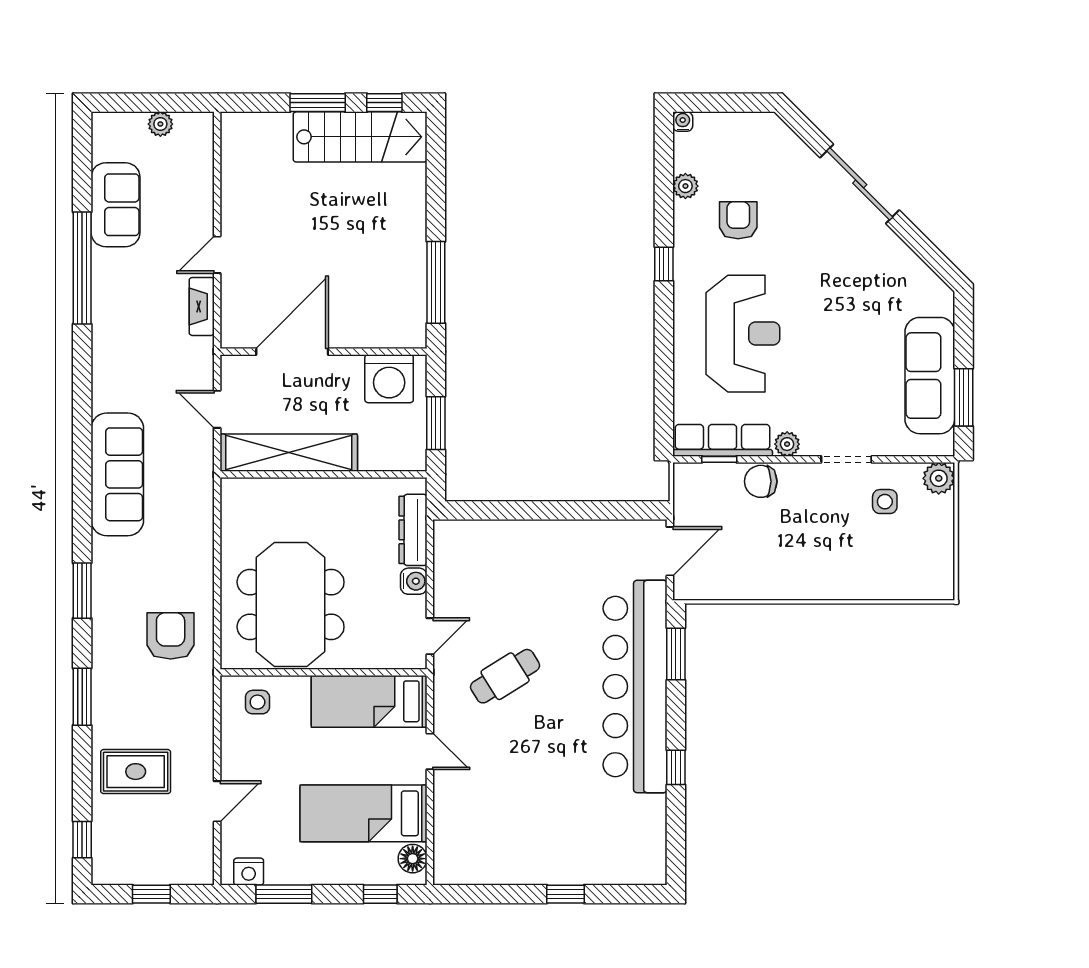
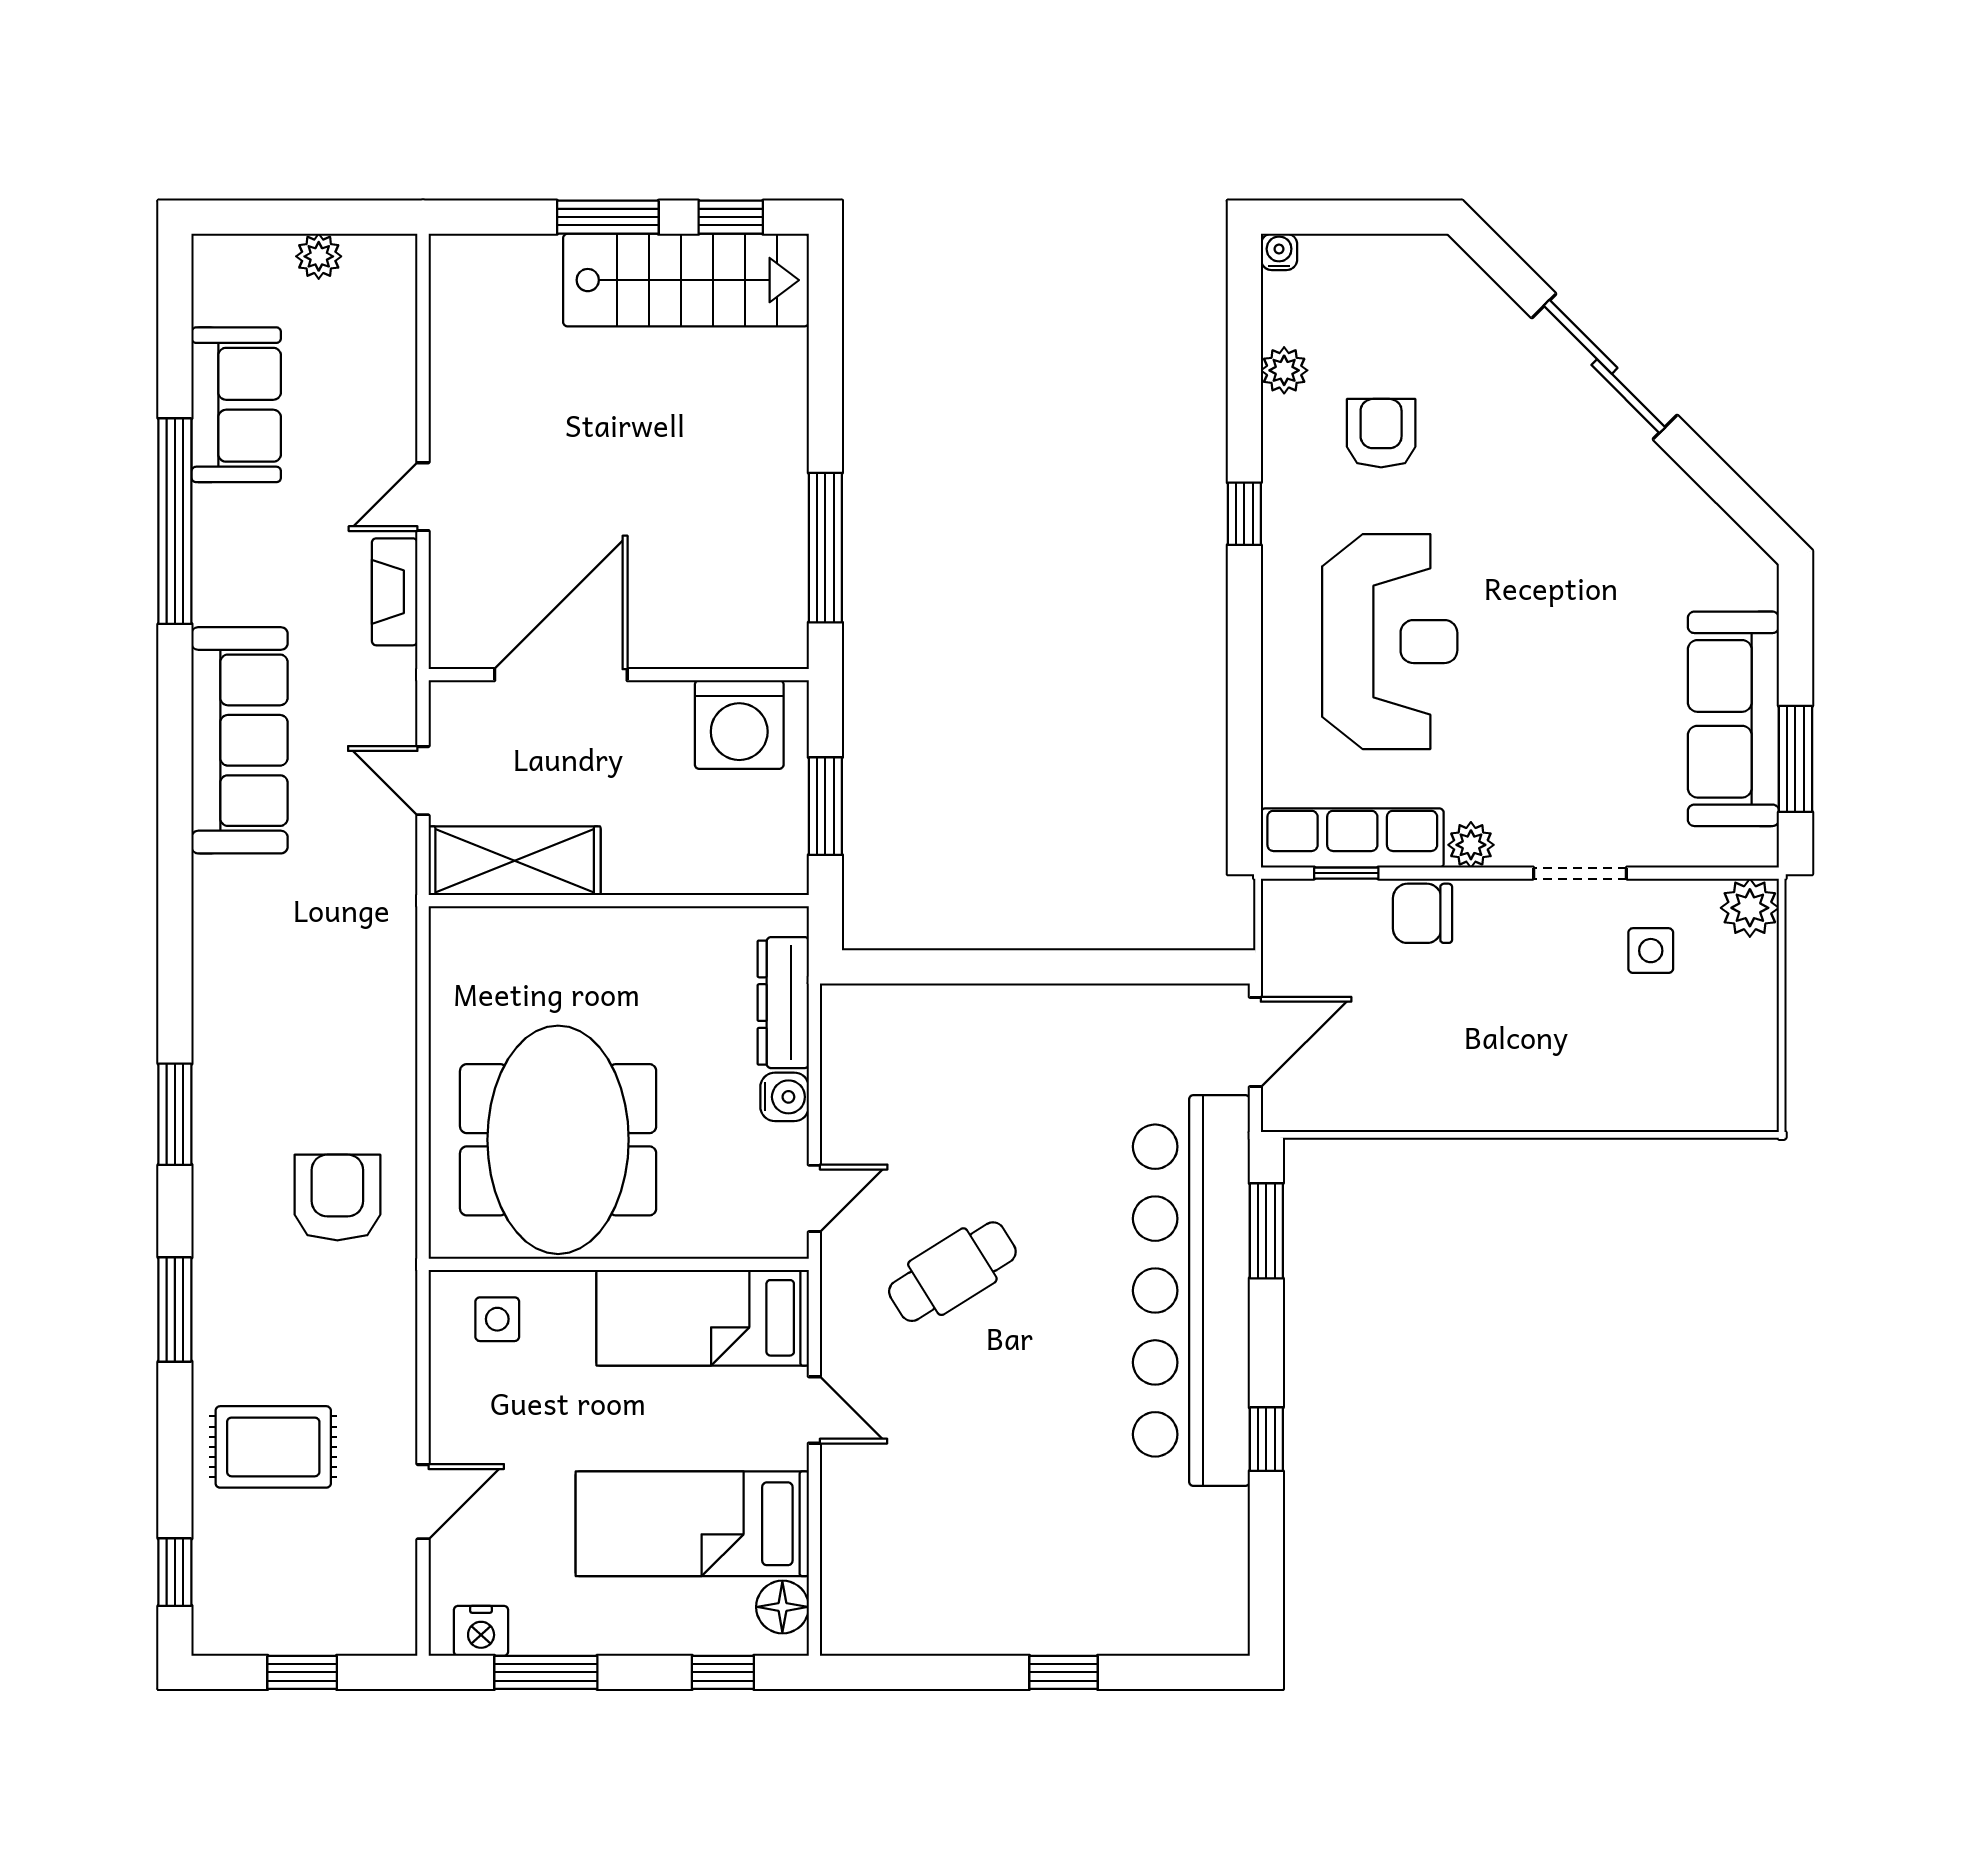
shelving: (289, 453) -> (515, 861), width x0.68
sofa: (117, 474) -> (240, 740), moved

